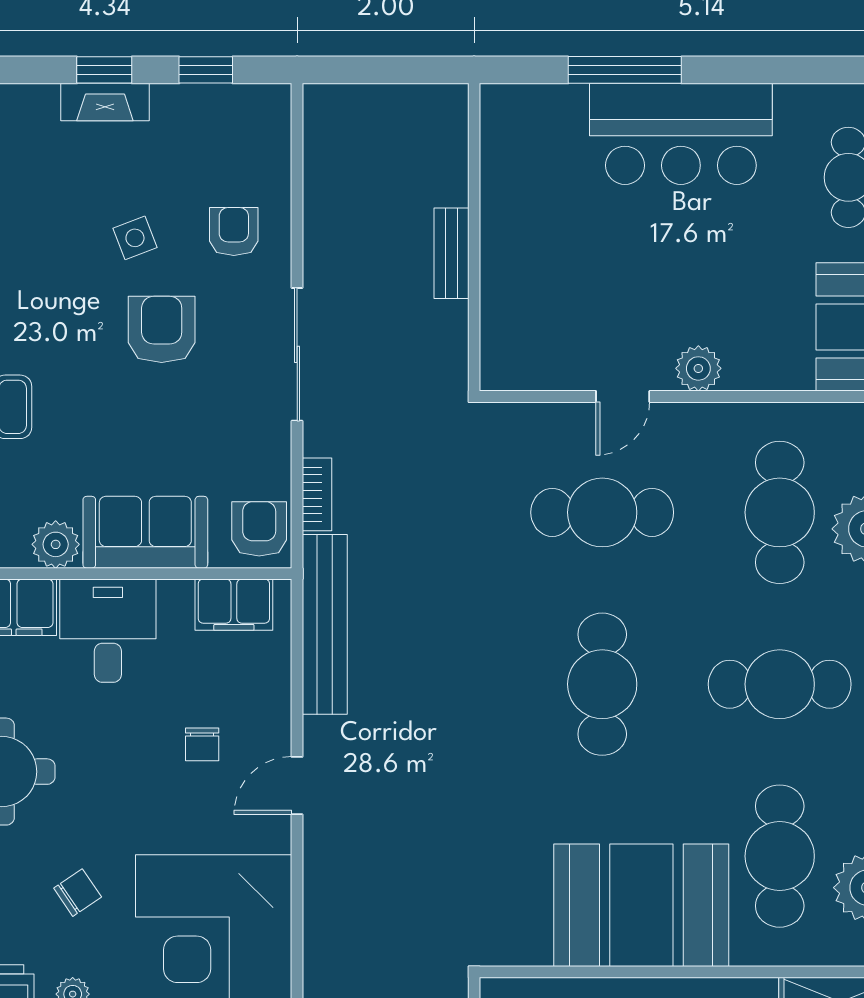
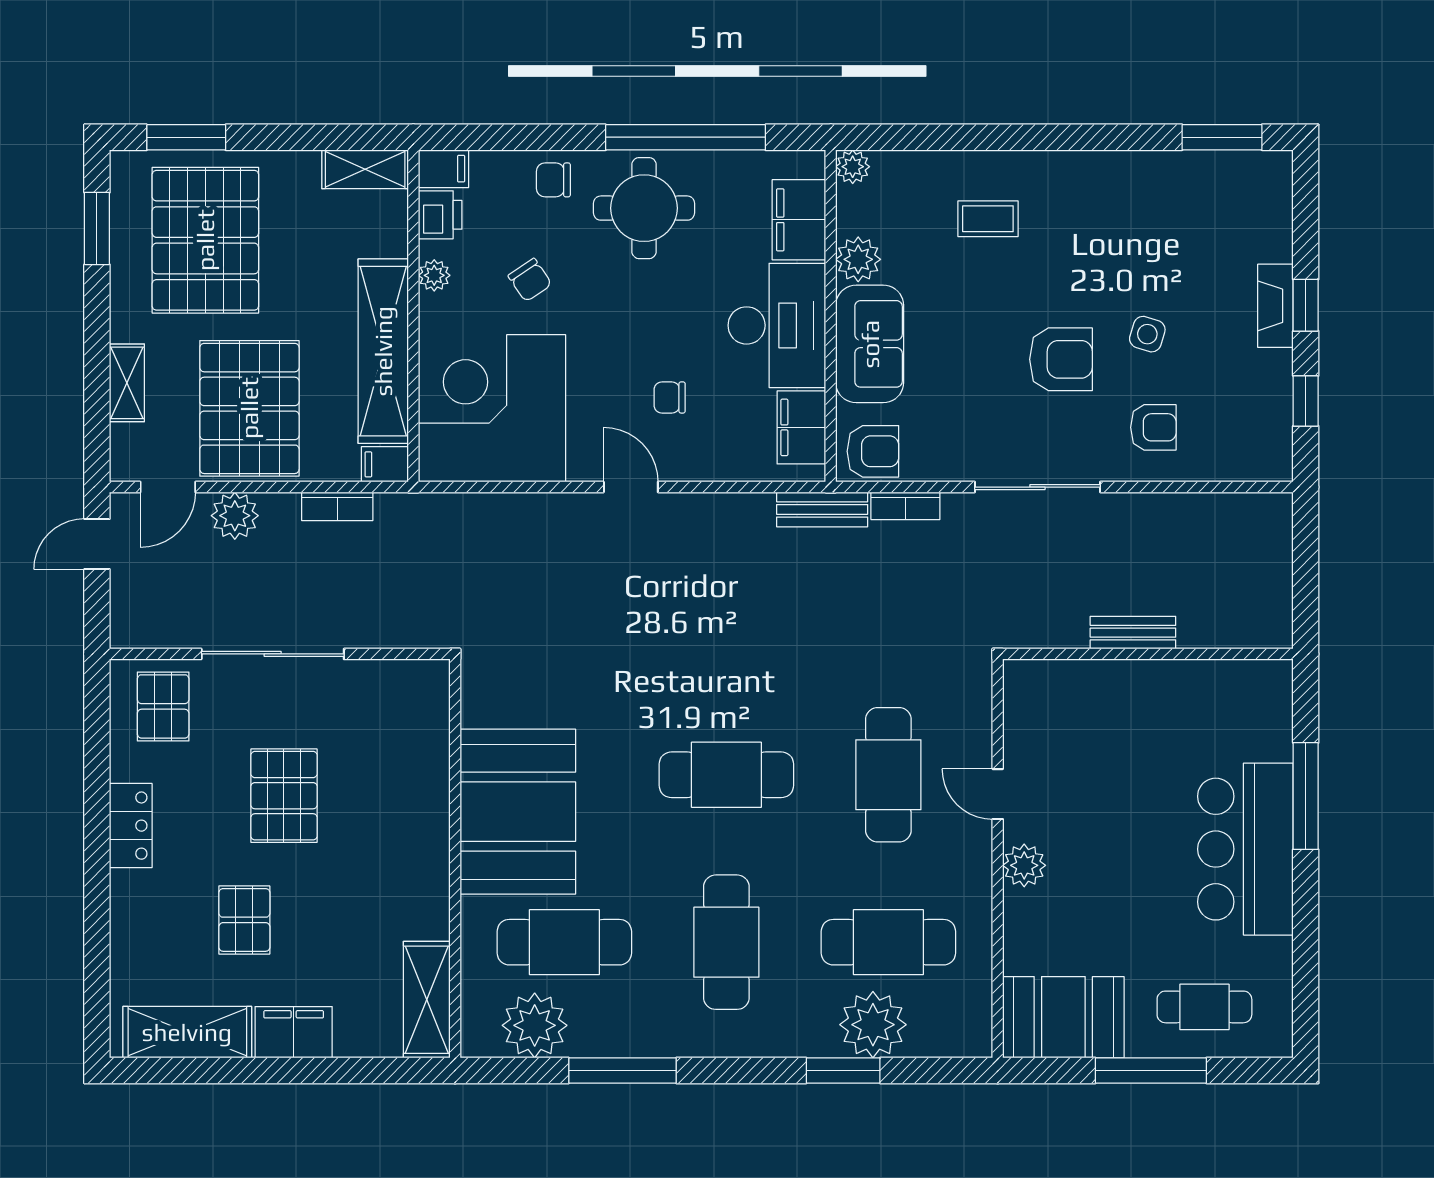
side table: (135, 238) -> (1147, 334), turned 38
bench: (325, 624) -> (822, 509), width x0.54, depth x0.82
desk: (108, 631) -> (777, 325), width x1.37

